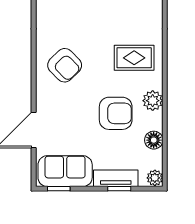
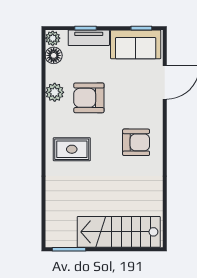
armchair: (65, 65) -> (136, 142), turned 134
plant: (153, 101) -> (55, 92), moved
floor lamp: (154, 140) -> (54, 55), moved

